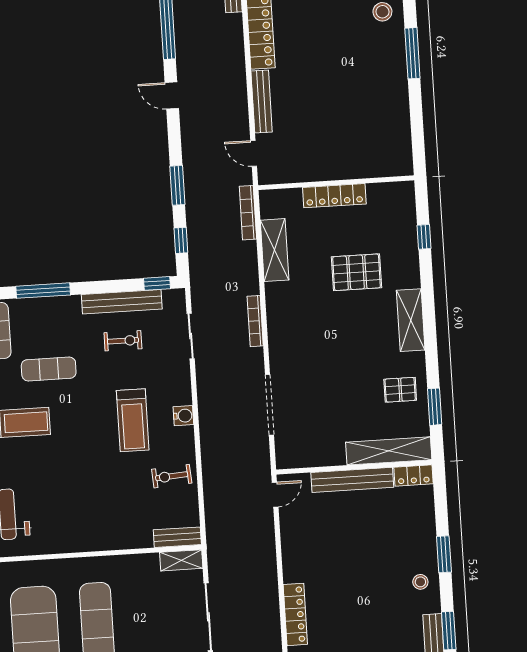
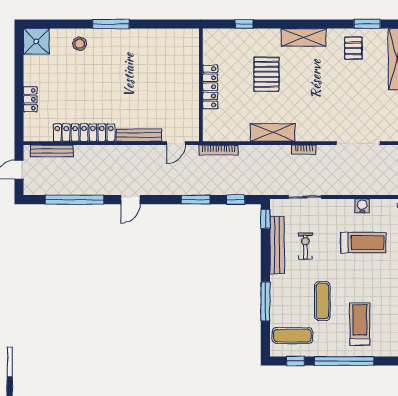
shelving: (275, 250) -> (273, 132), moved
bookcase: (255, 321) -> (304, 150), width x0.64

